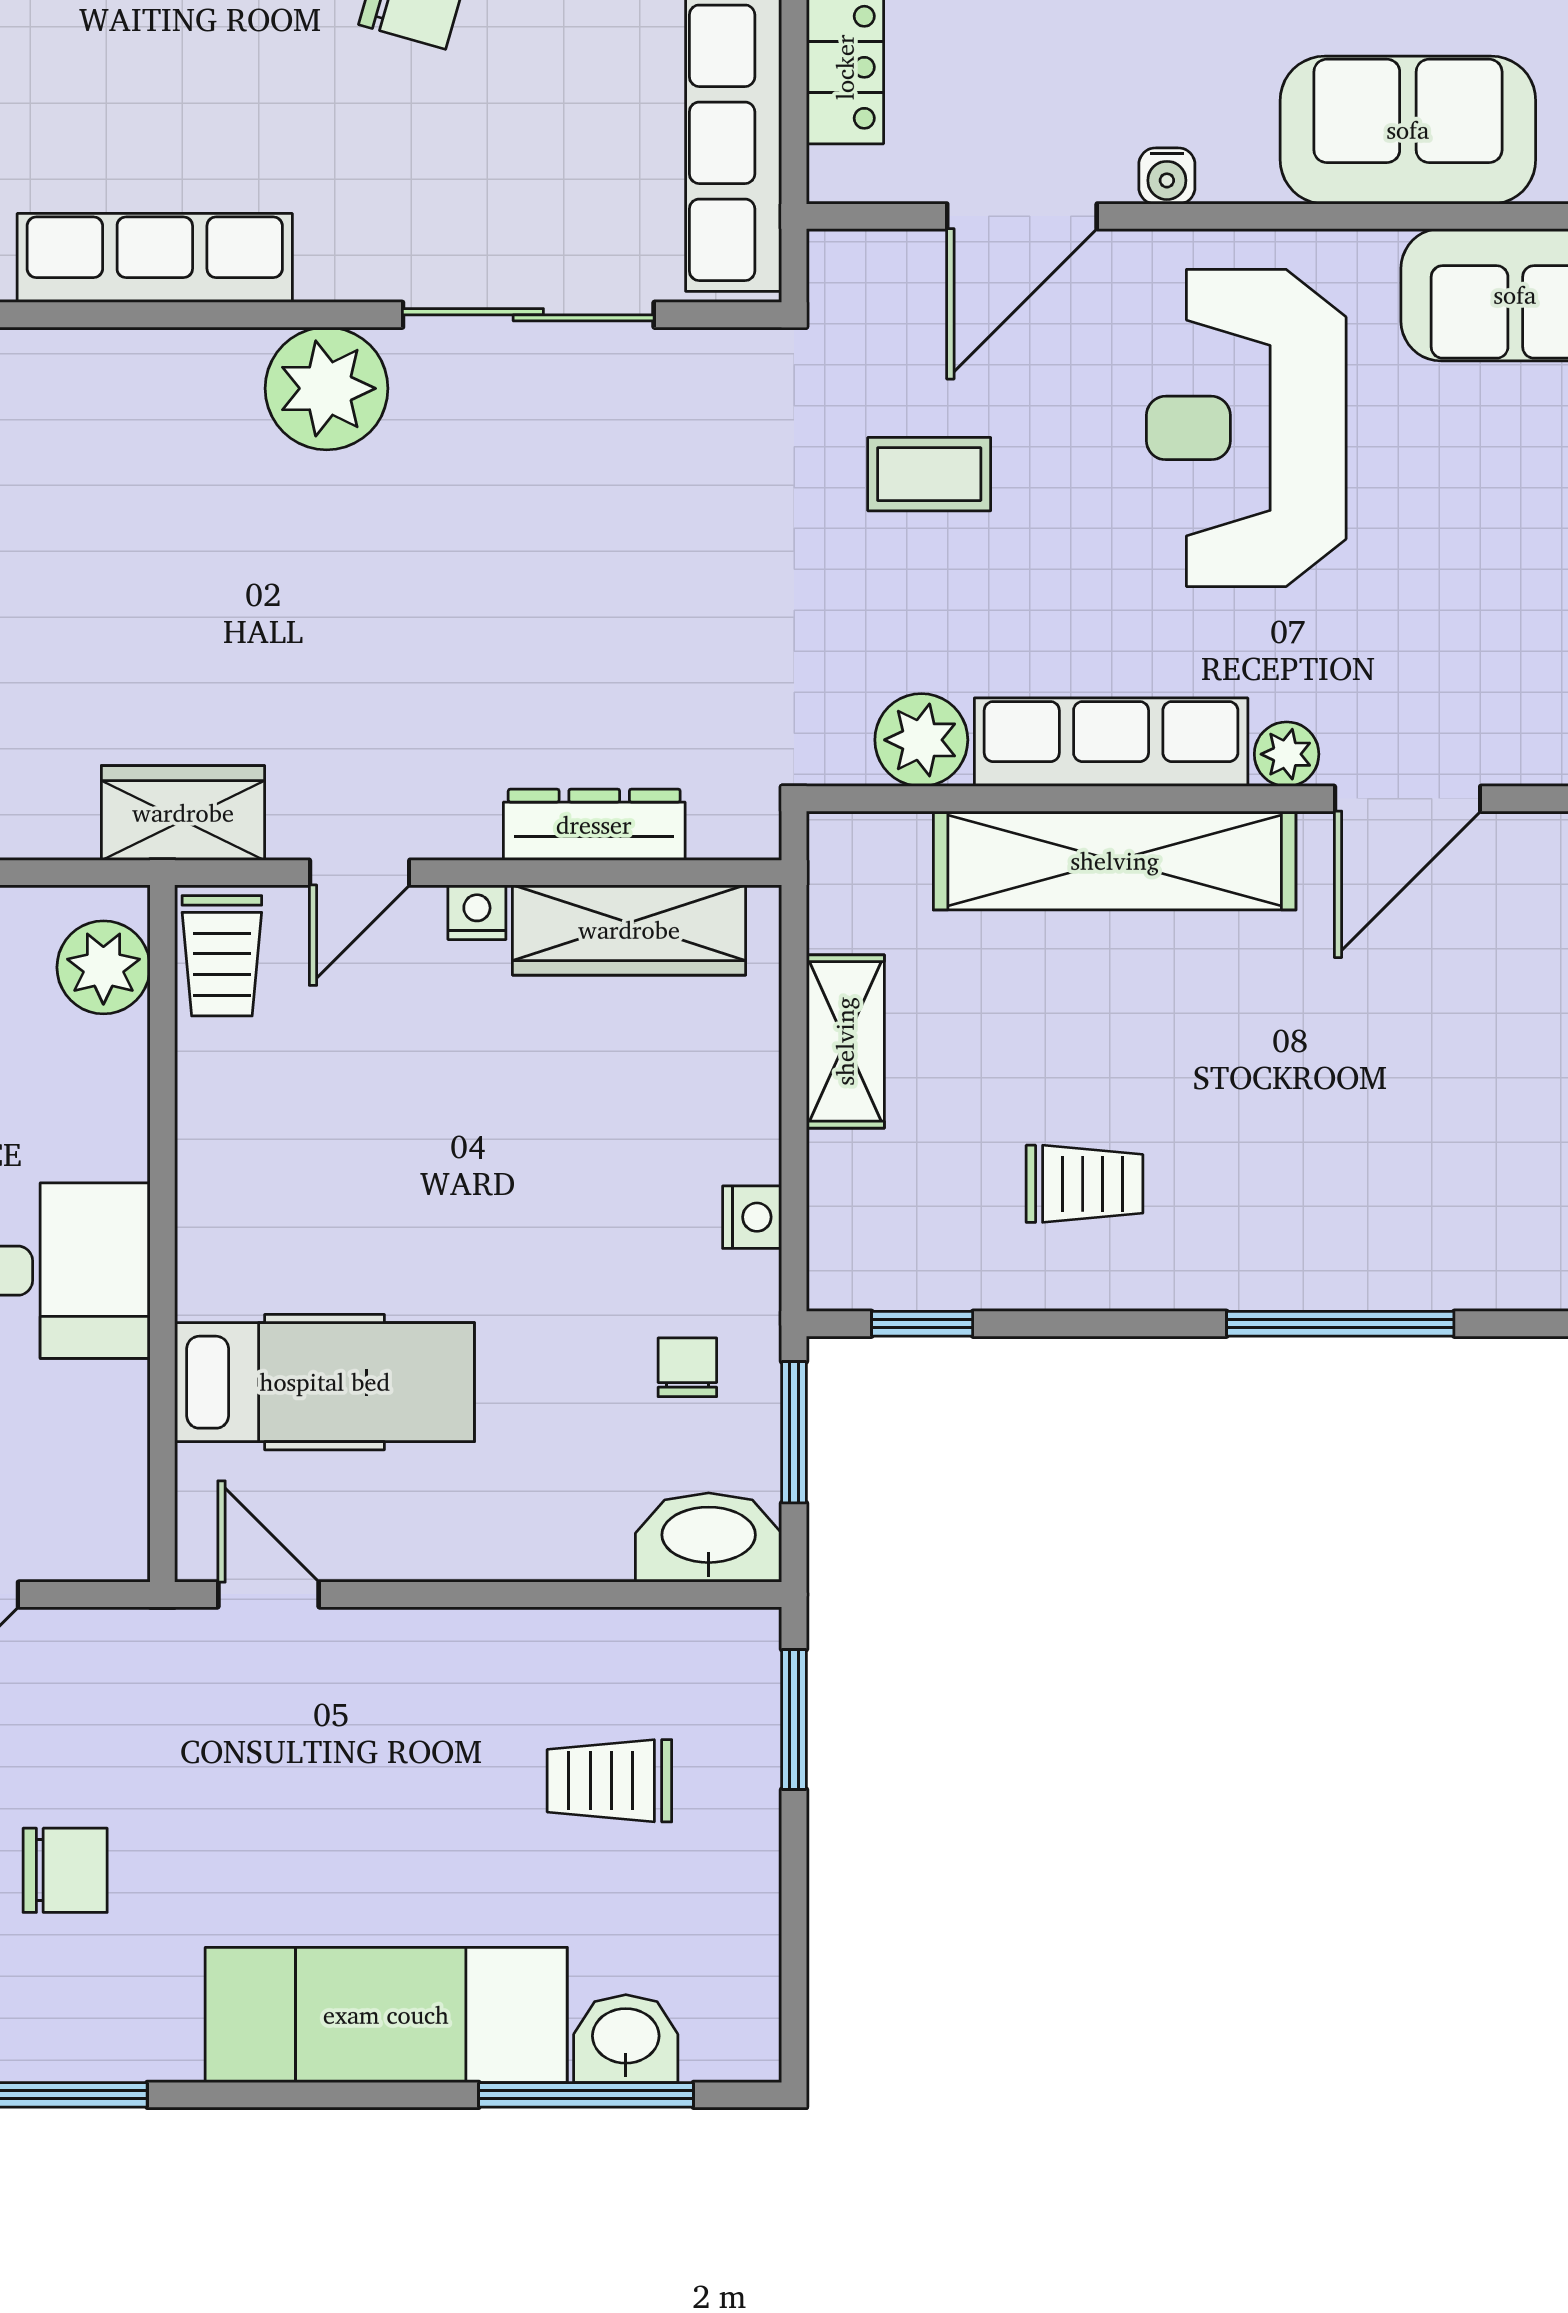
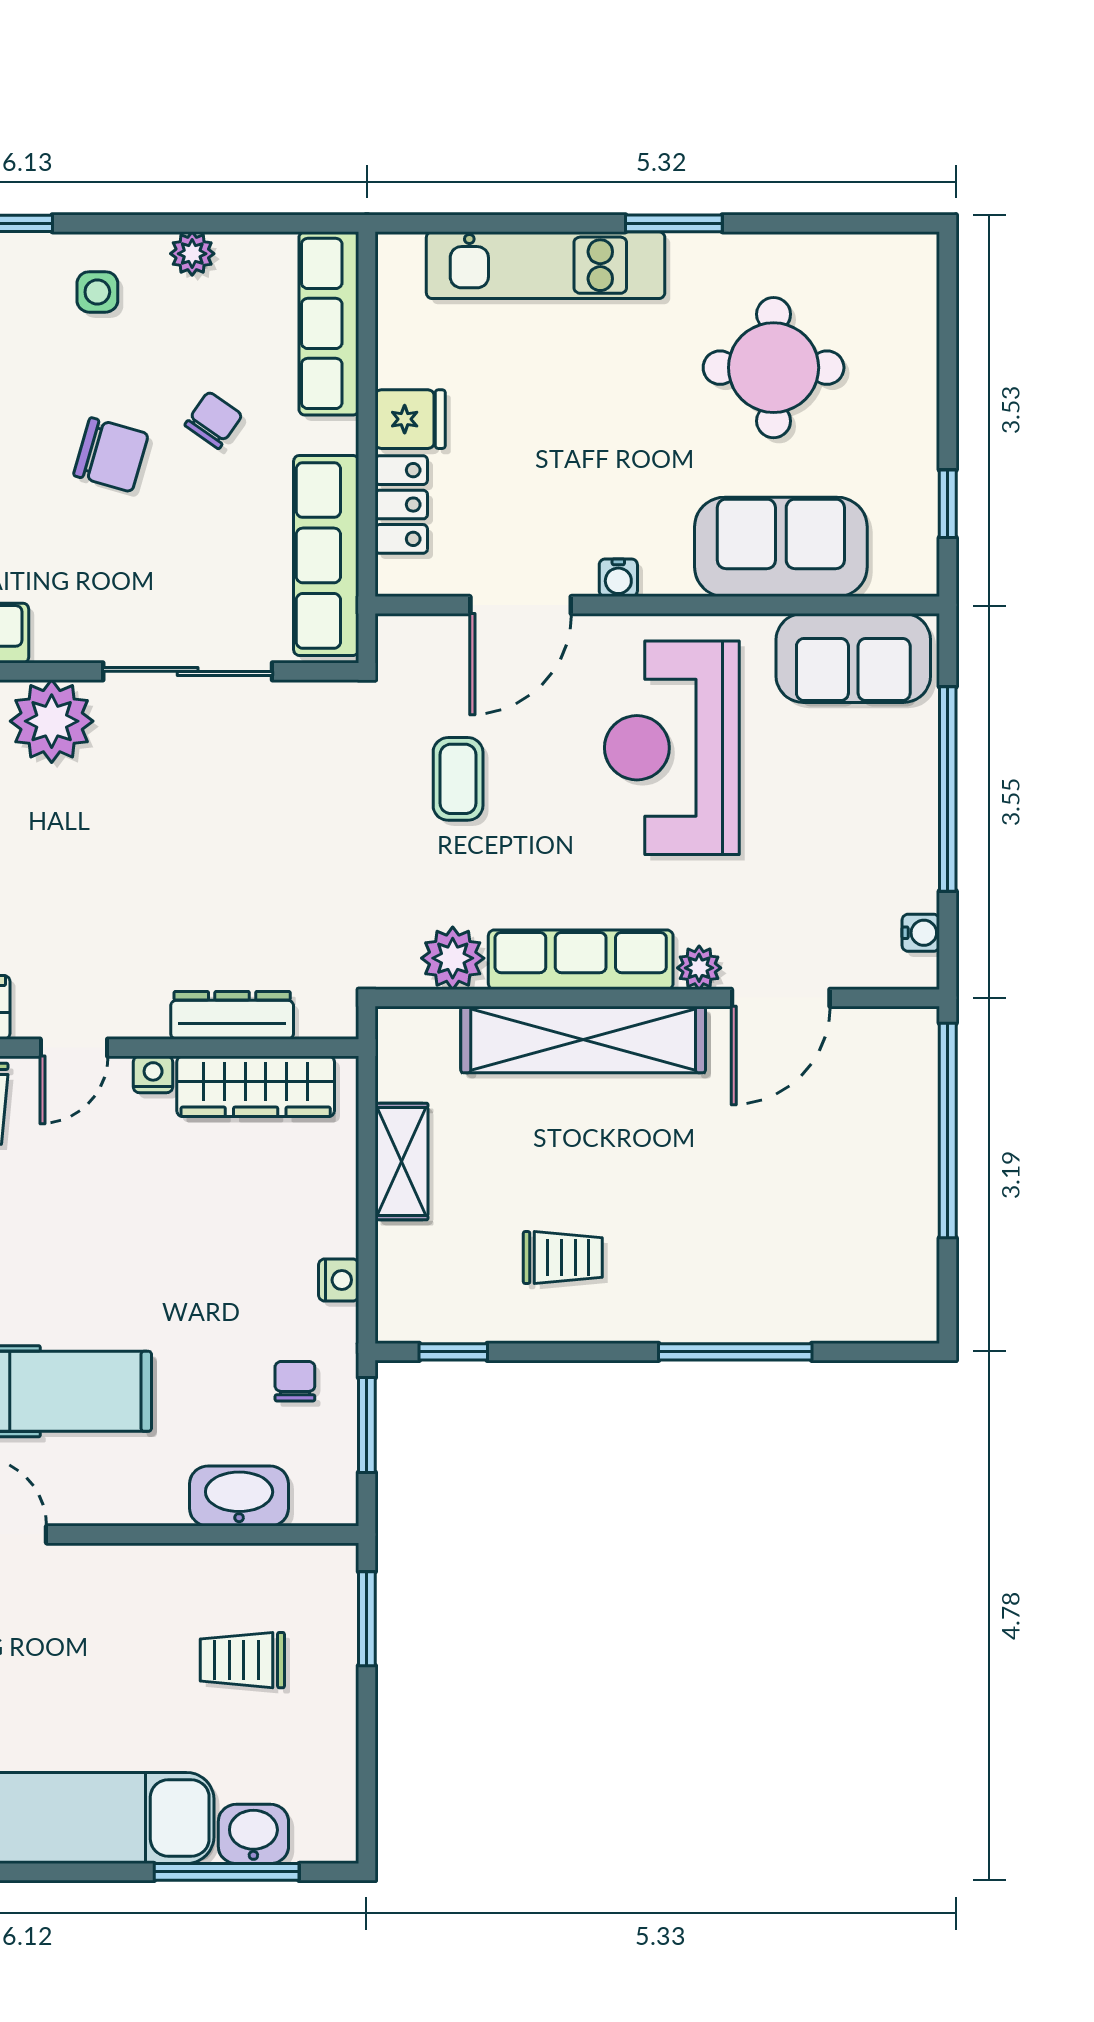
coffee table: (929, 474) -> (458, 779), turned 90
washbasin: (709, 1537) -> (239, 1496), moved

